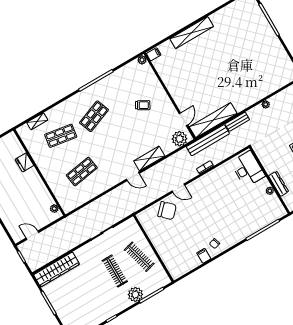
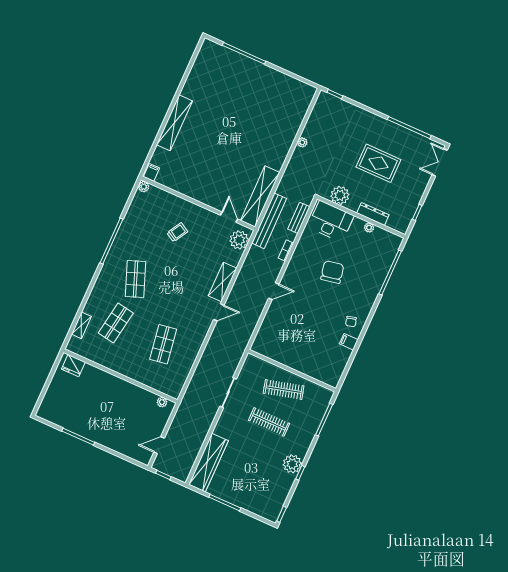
bench: (237, 122) -> (299, 218), moved
plant: (266, 156) -> (340, 195), added
fridge: (24, 162) -> (73, 365), moved
chair: (167, 211) -> (332, 272), moved, turned -55
plant: (135, 294) -> (292, 464), moved

